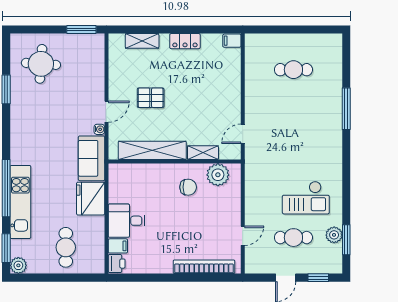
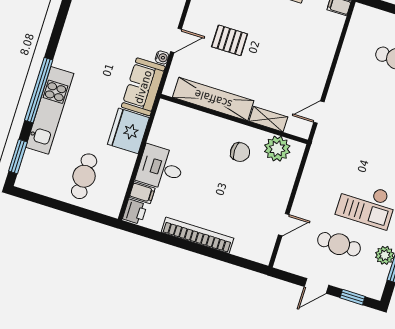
plant: (18, 265) -> (26, 180), removed
bookcase: (204, 267) -> (197, 235), moved

